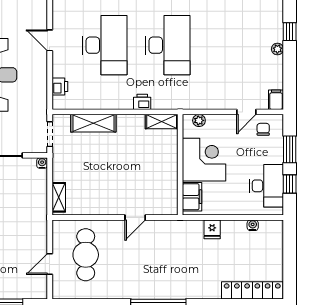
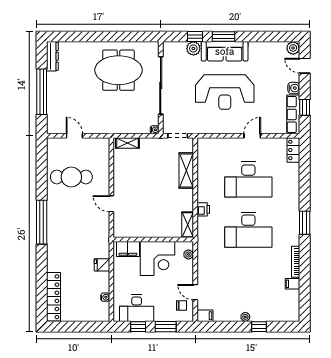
printer: (60, 87) -> (215, 144), removed
cafe table: (86, 255) -> (71, 177), moved

